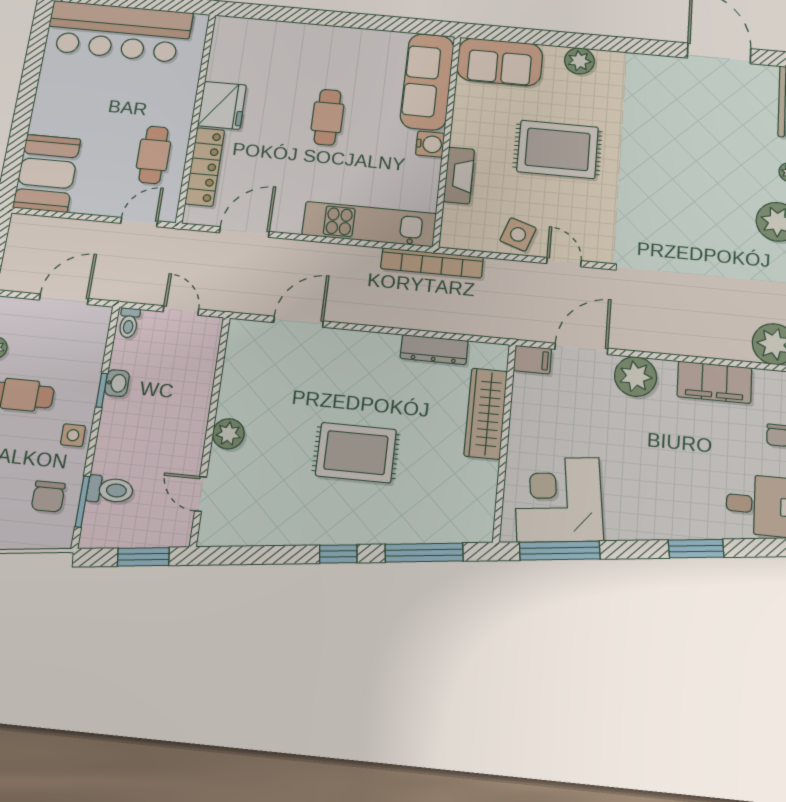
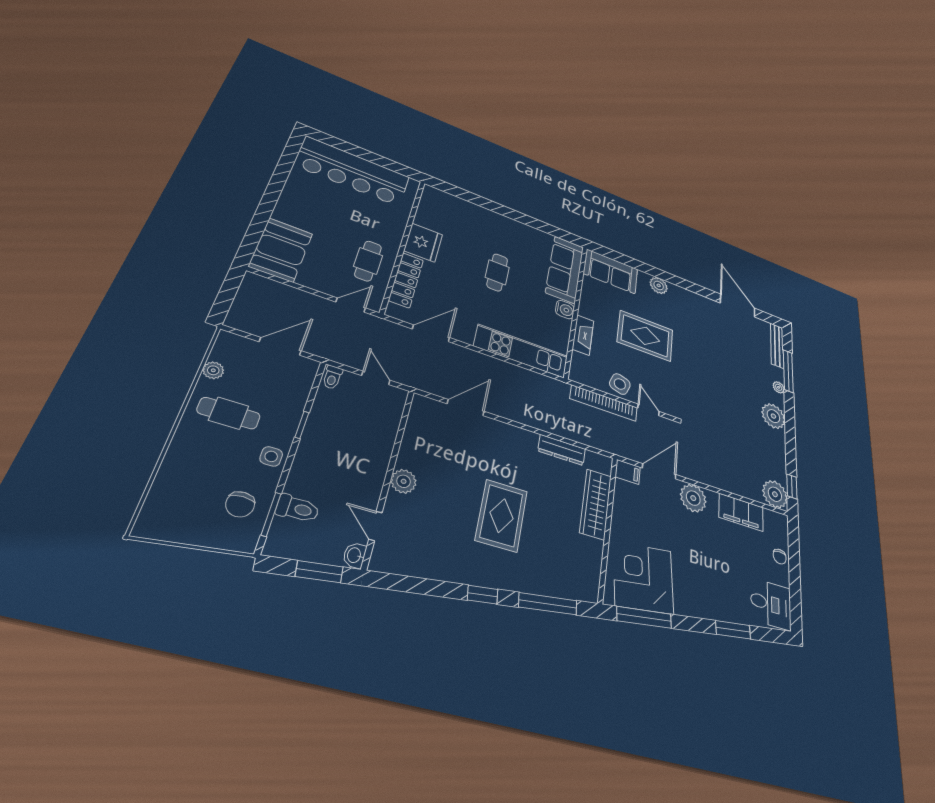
bookcase: (432, 263) -> (604, 403), moved
washbasin: (117, 383) -> (355, 555), moved, turned 180
rug: (356, 453) -> (502, 515), turned 90

